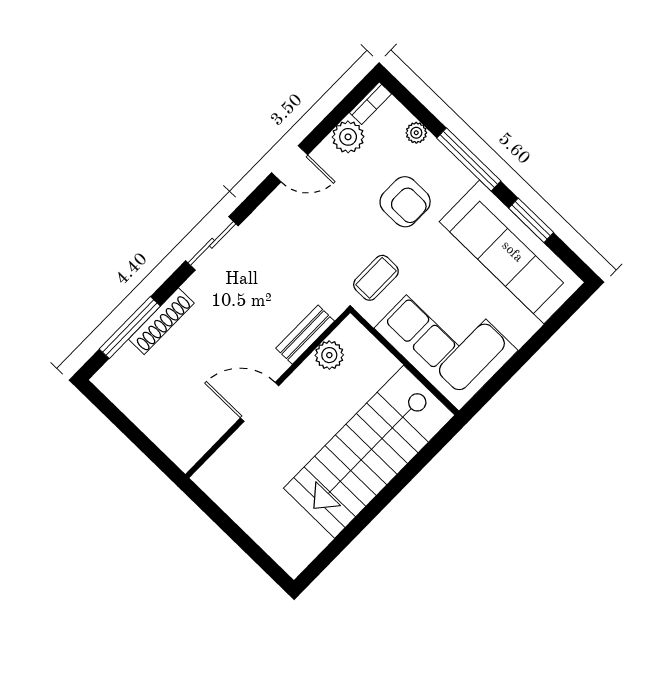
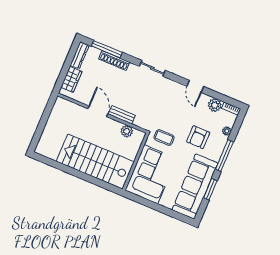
bench: (305, 335) -> (122, 115), moved
dresser: (120, 394) -> (80, 55), added
wardrobe: (166, 433) -> (71, 79), added

